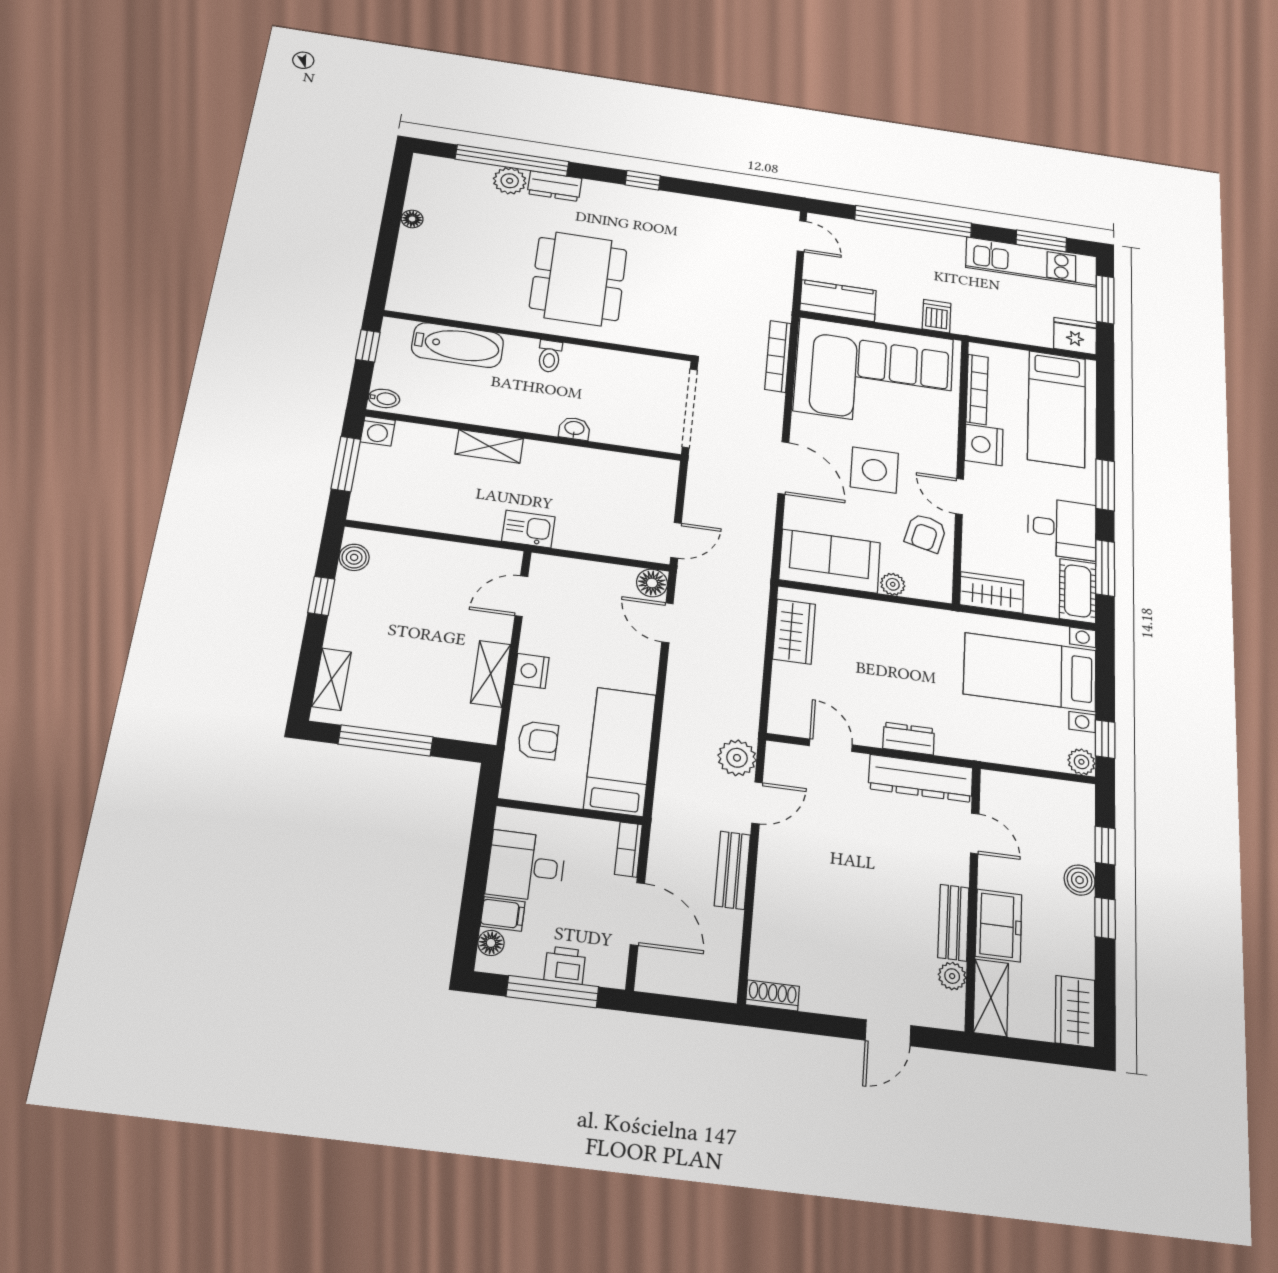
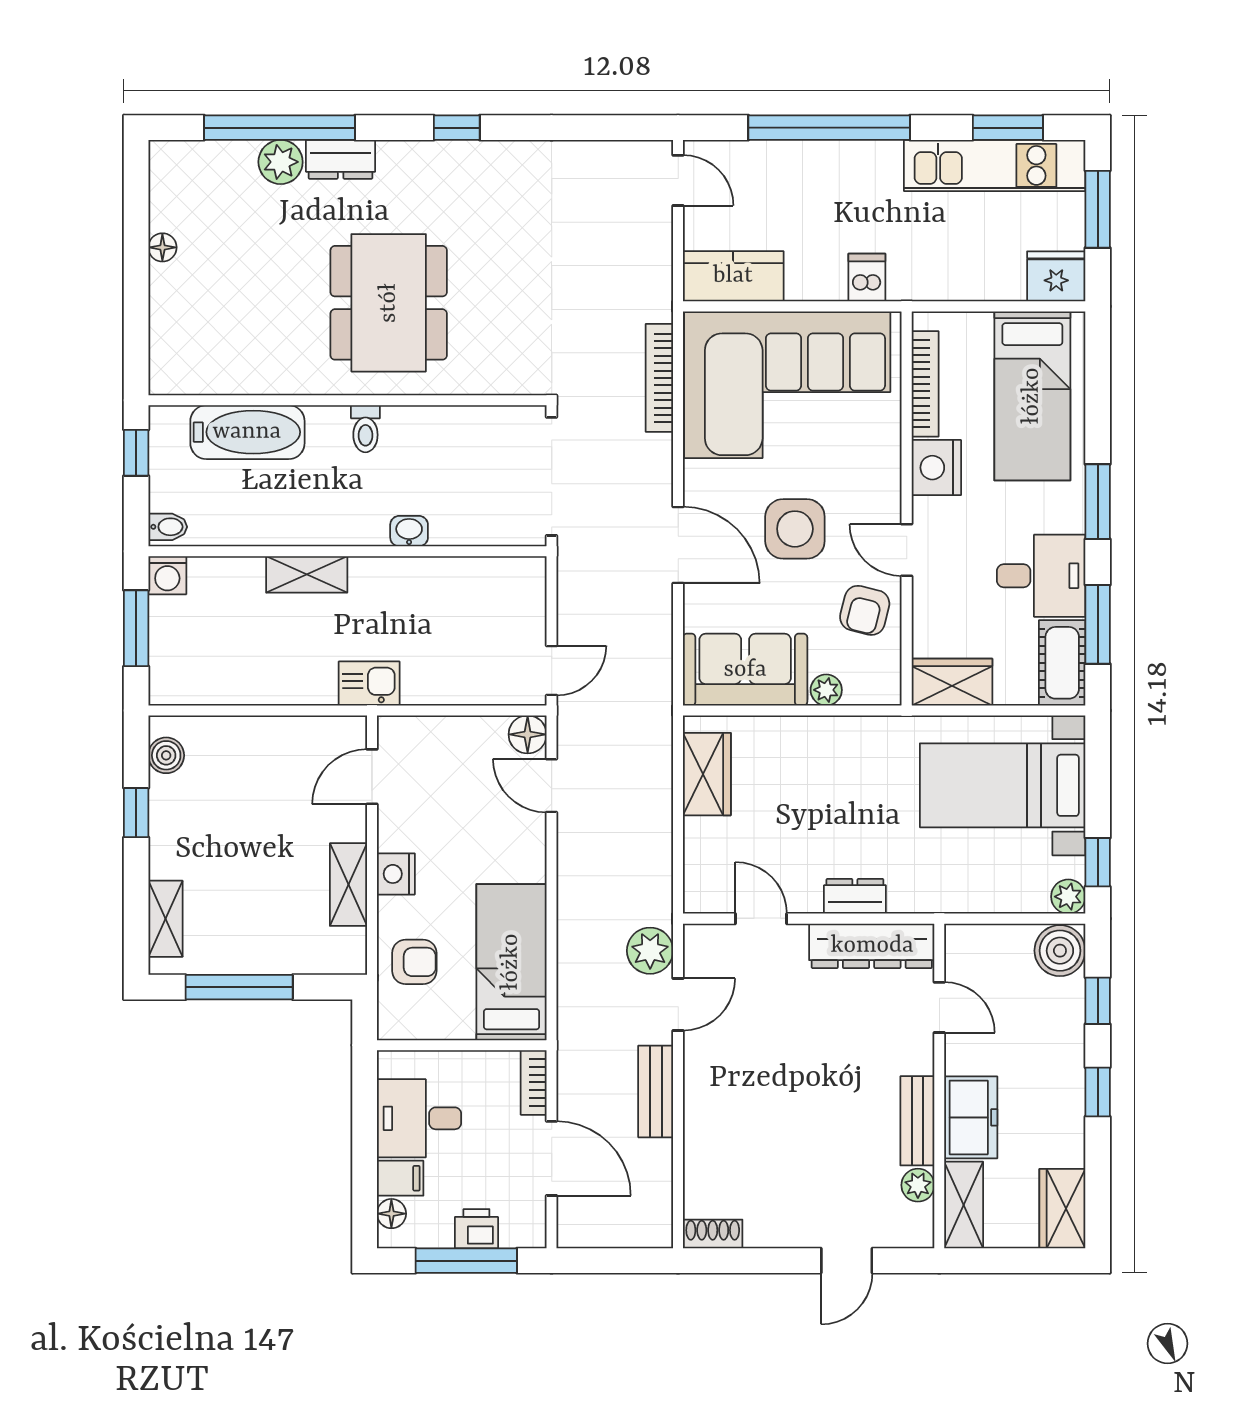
boiler: (1080, 880) -> (1060, 951), moved, width x1.36, depth x1.36

